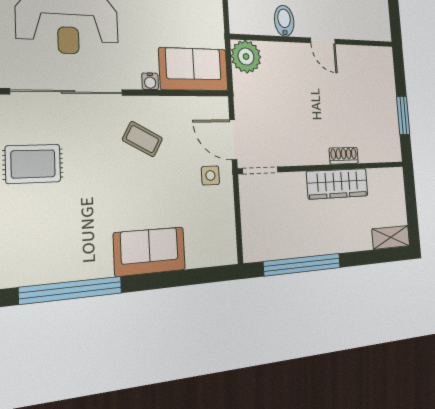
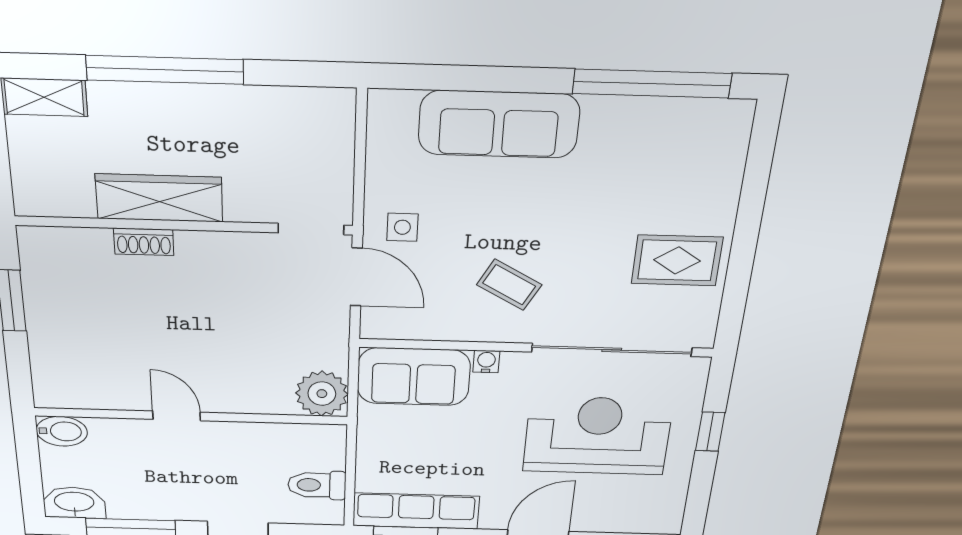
bidet: (284, 21) -> (62, 431), moved, turned -90
sofa: (150, 251) -> (499, 124), width x1.36
window: (302, 265) -> (165, 70), moved

